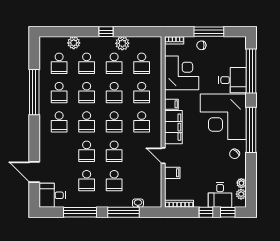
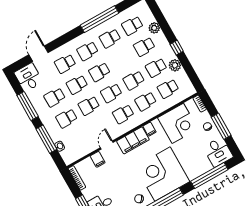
desk: (233, 80) -> (218, 152), moved
school desk: (87, 93) -> (65, 64), moved

